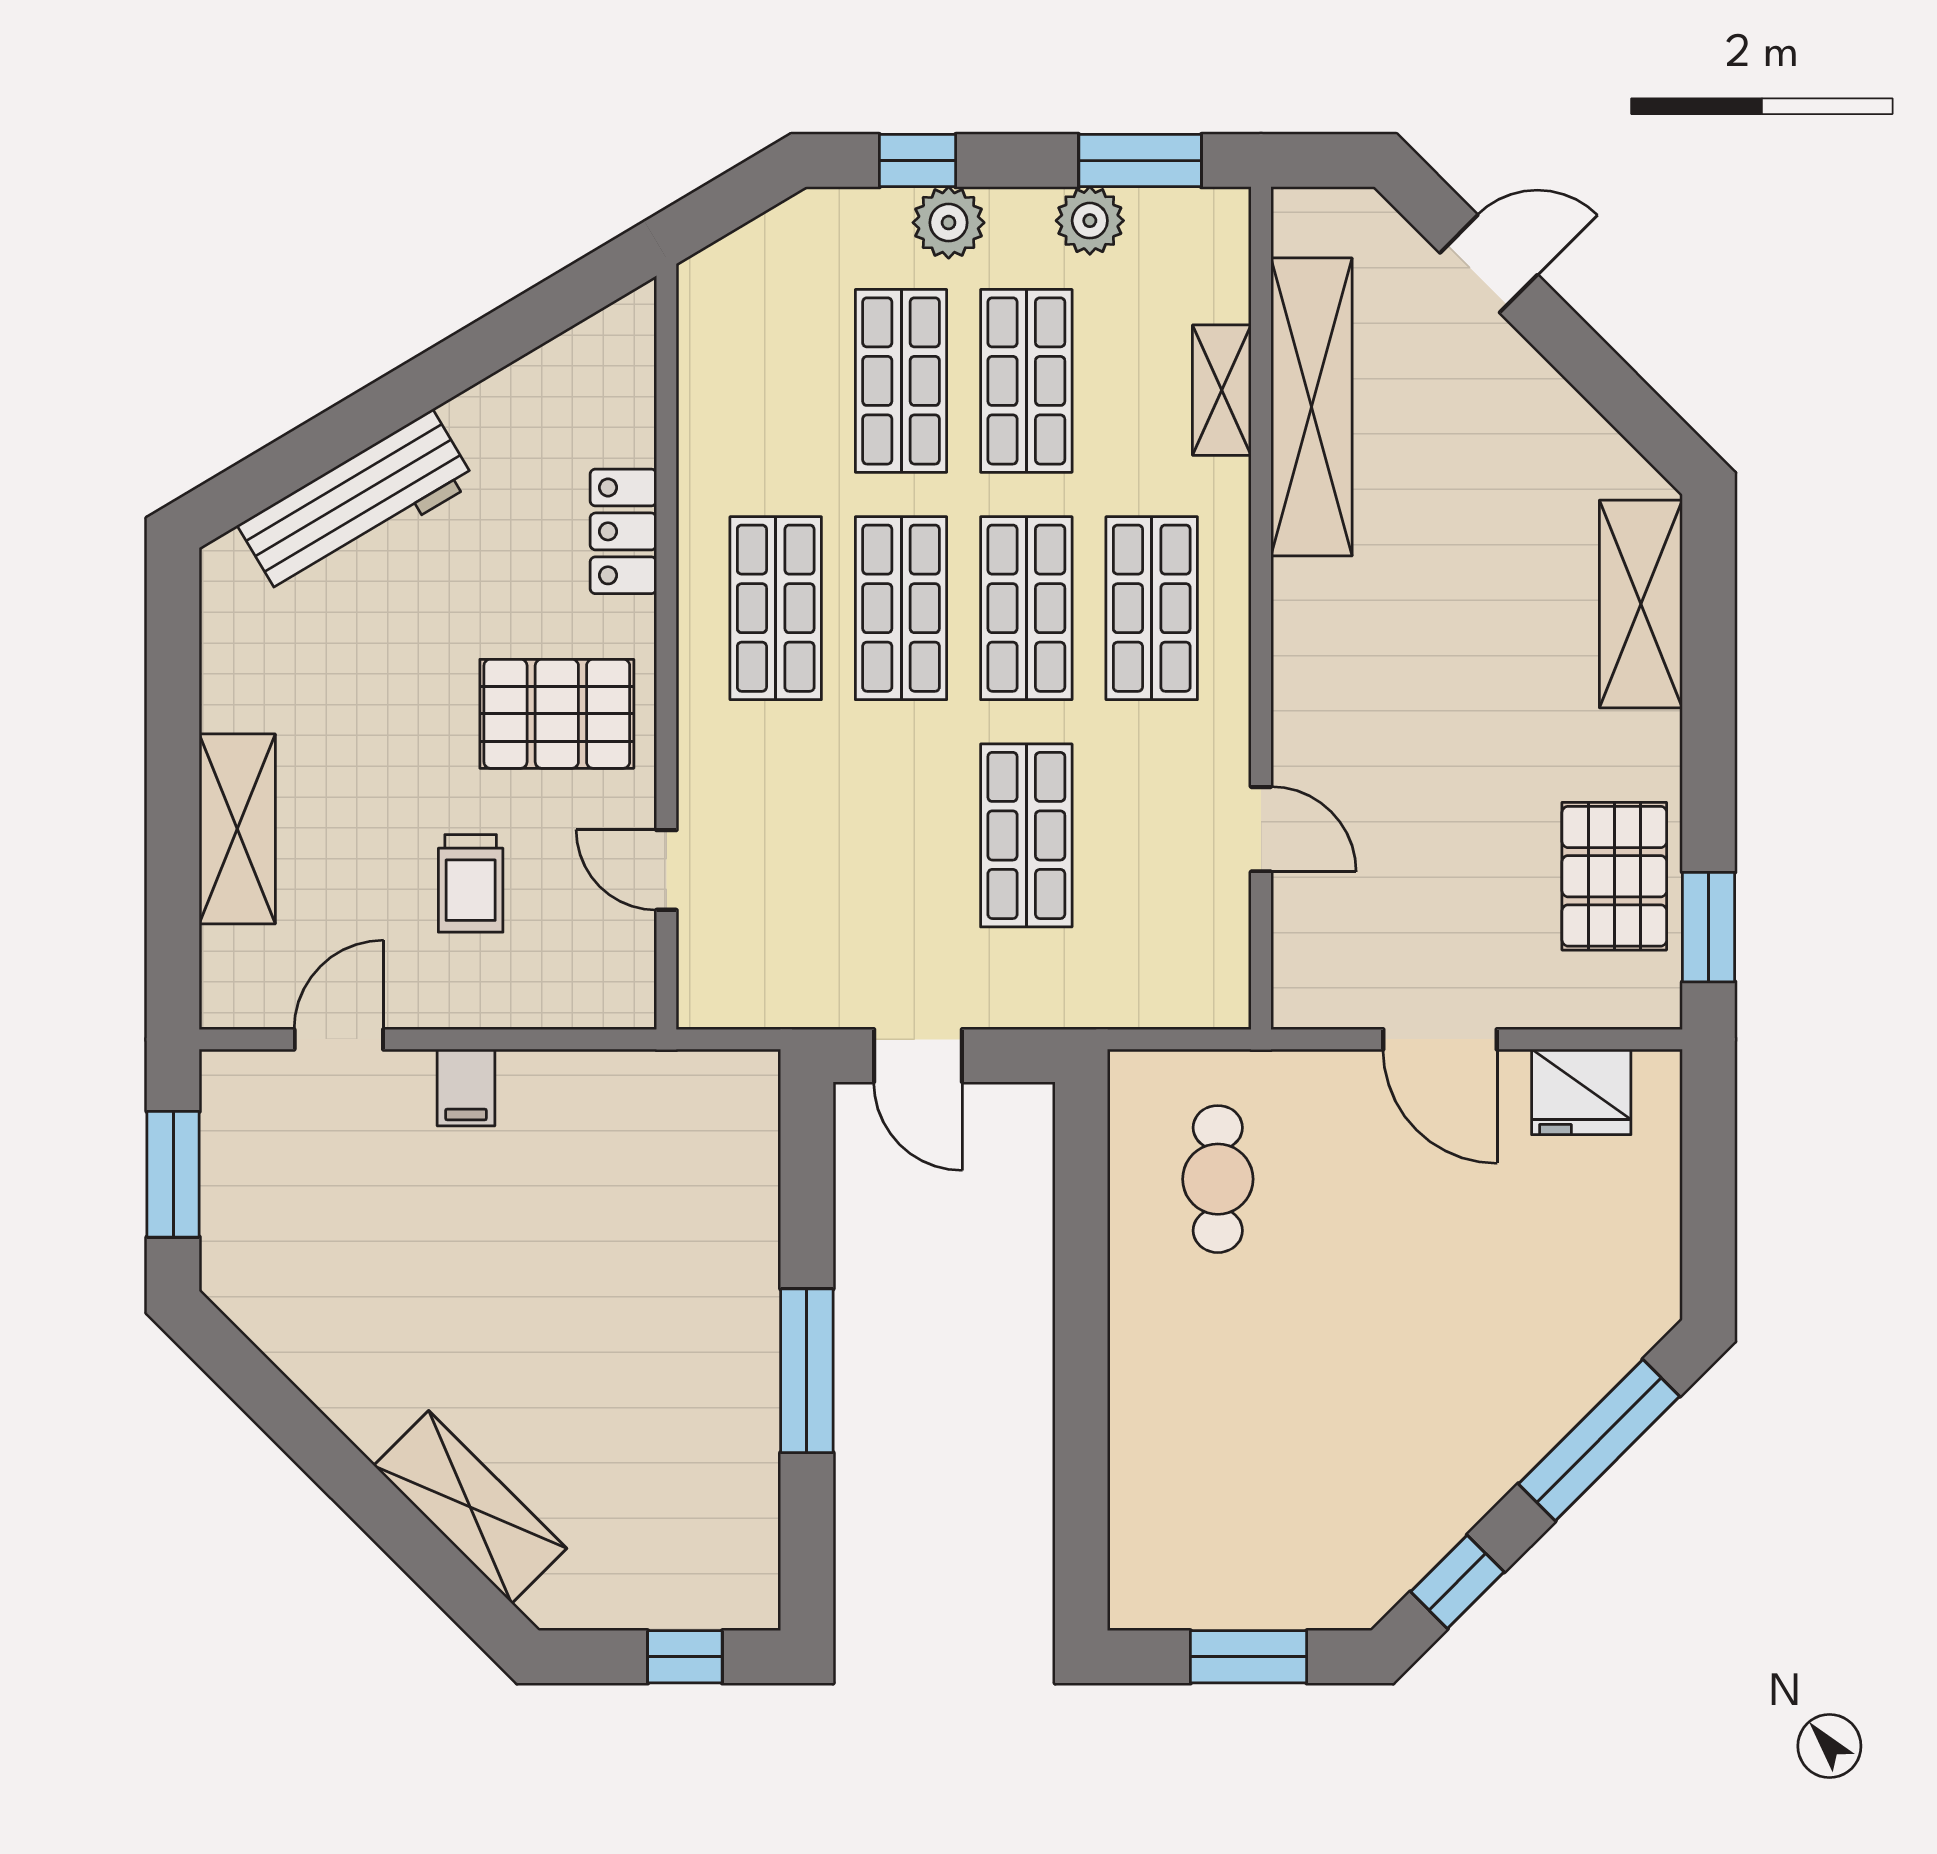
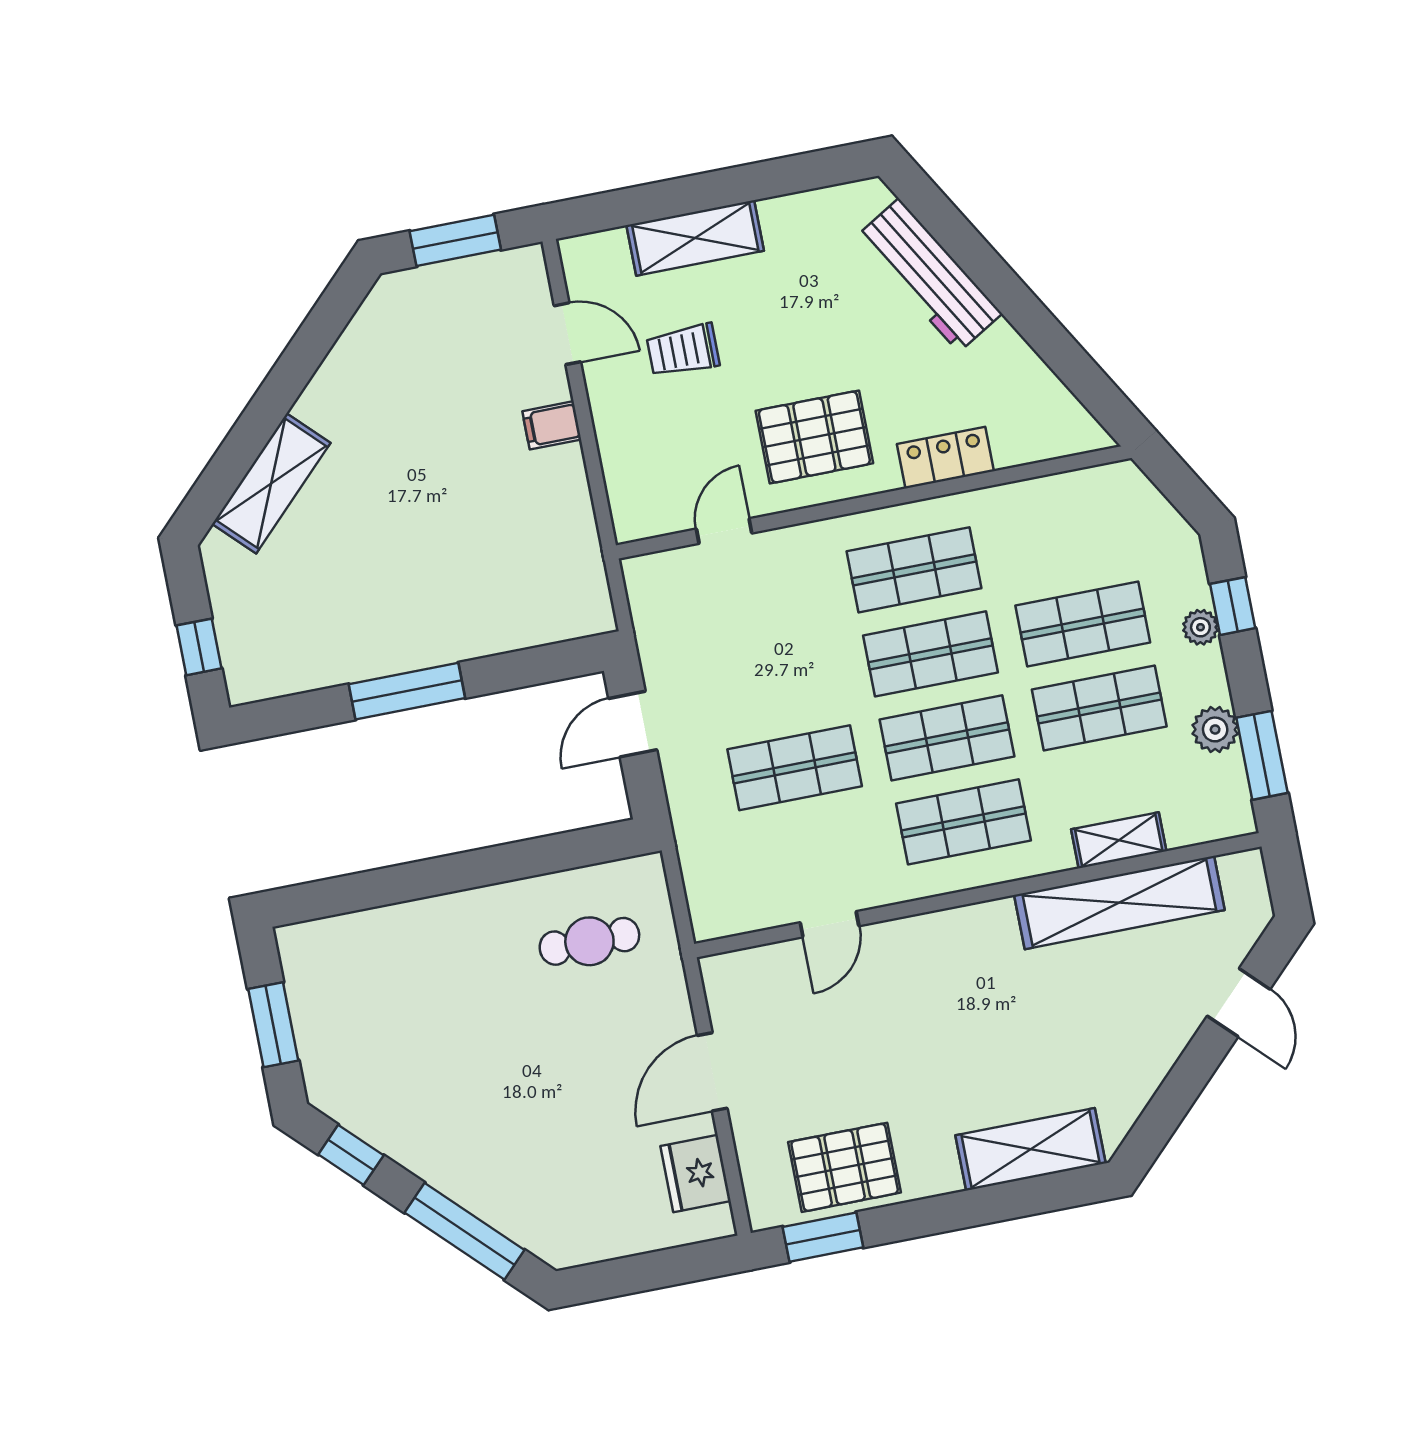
plant: (949, 223) -> (1200, 627), width x0.73, depth x0.73
pallet: (557, 714) -> (814, 437), turned 90
trolley: (471, 883) -> (683, 350), moved

